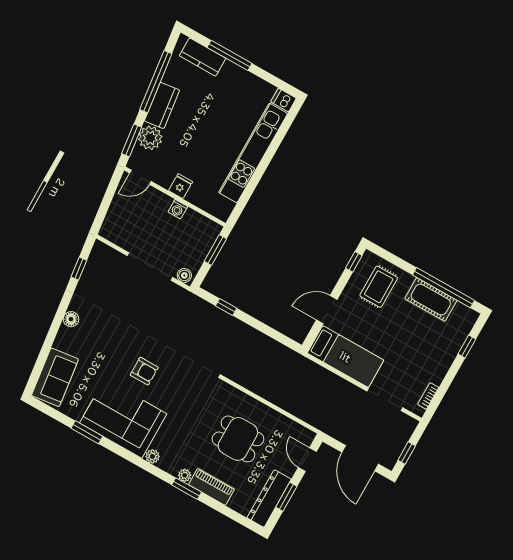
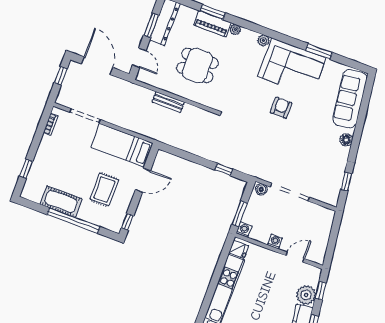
window: (132, 140) -> (321, 291), width x0.67
door: (140, 177) -> (295, 257), moved
fridge: (181, 186) -> (239, 249), moved, turned -90
washing machine: (213, 230) -> (244, 230), added
rug: (379, 287) -> (104, 189), moved
window: (443, 288) -> (73, 221), moved
armchair: (144, 371) -> (281, 108), turned 90
sofa: (55, 377) -> (350, 99), width x1.36
bench: (281, 400) -> (168, 102), added
window: (187, 489) -> (213, 12), moved

